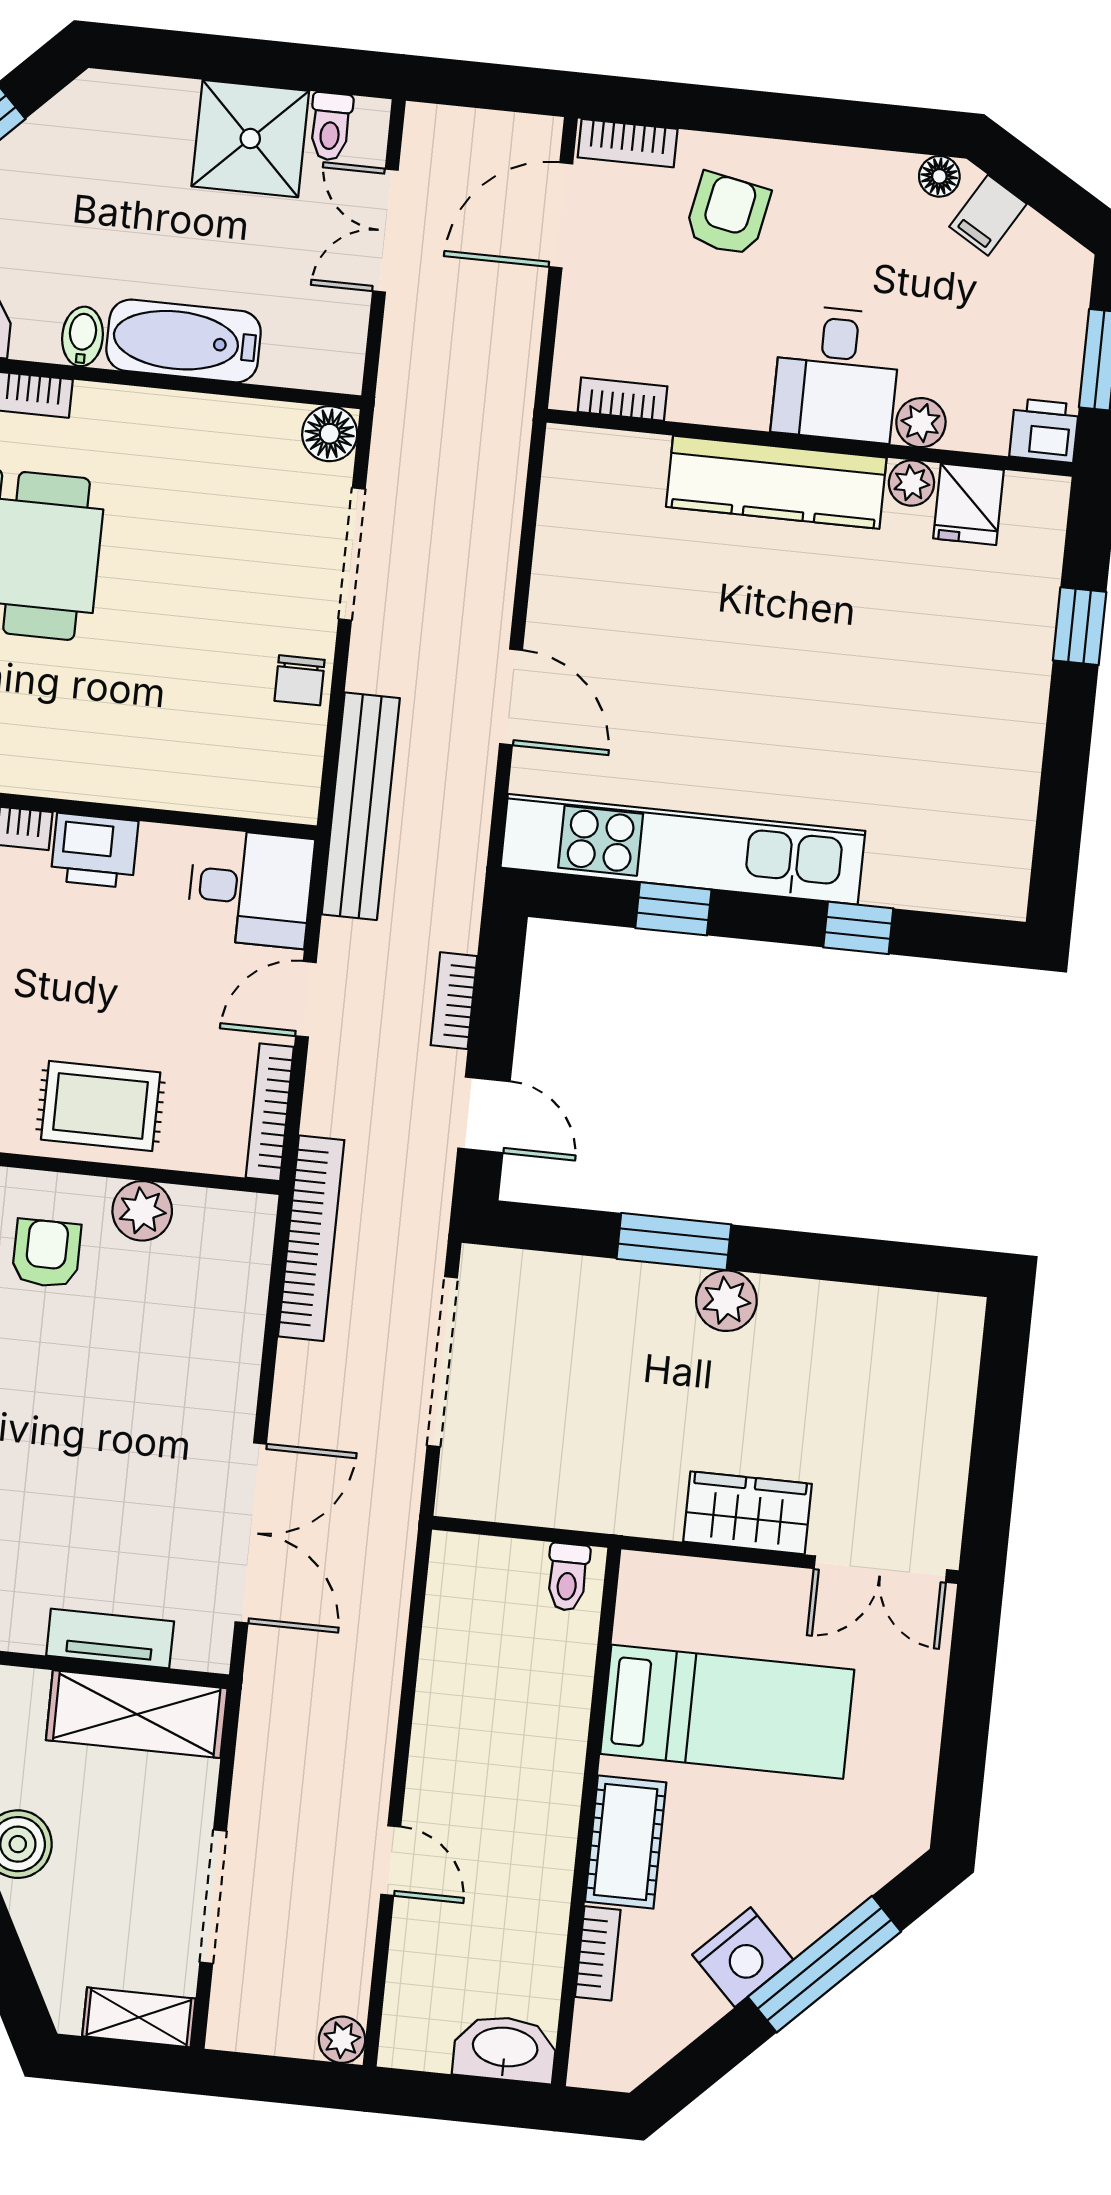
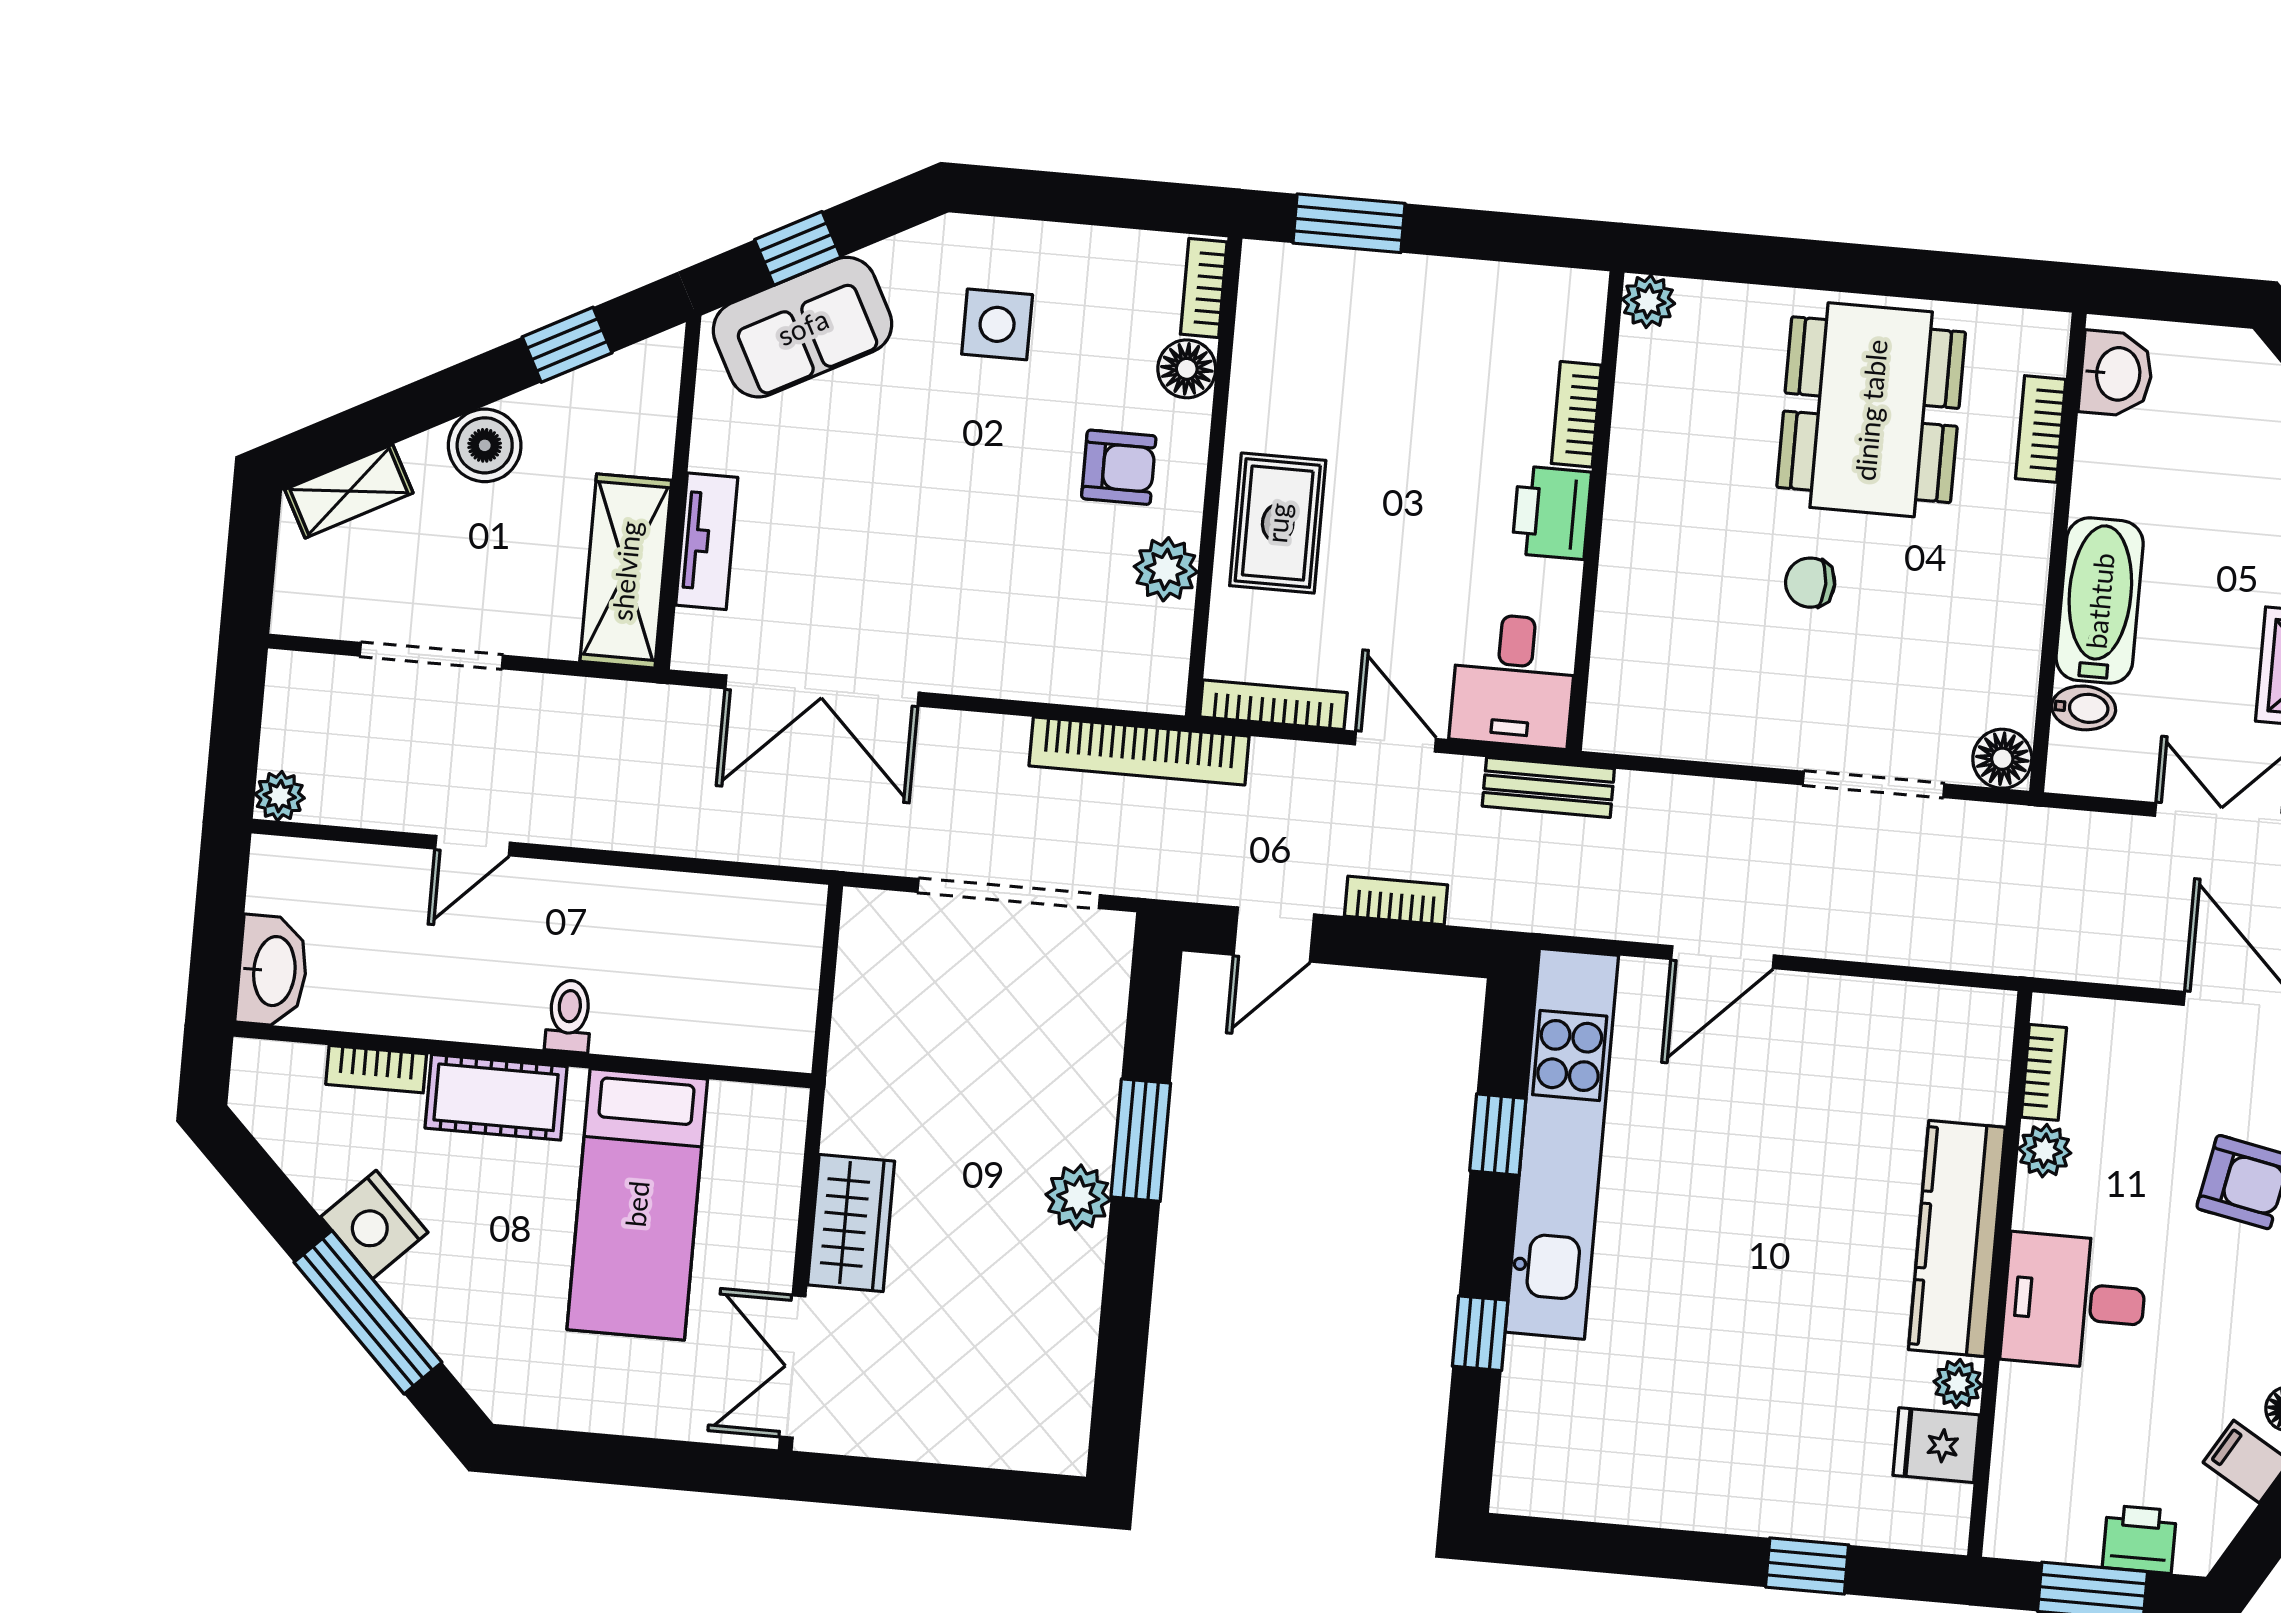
bidet: (83, 336) -> (2084, 708), moved
plant: (921, 423) -> (2045, 1151), moved
printer: (1044, 431) -> (2139, 1539), moved, turned -90
chair: (300, 680) -> (1810, 583), moved
bench: (361, 806) -> (1548, 787), width x0.54, depth x0.82
toilet: (568, 1577) -> (569, 1016), moved, turned 90
shelving: (139, 2017) -> (349, 491), moved, turned 62

